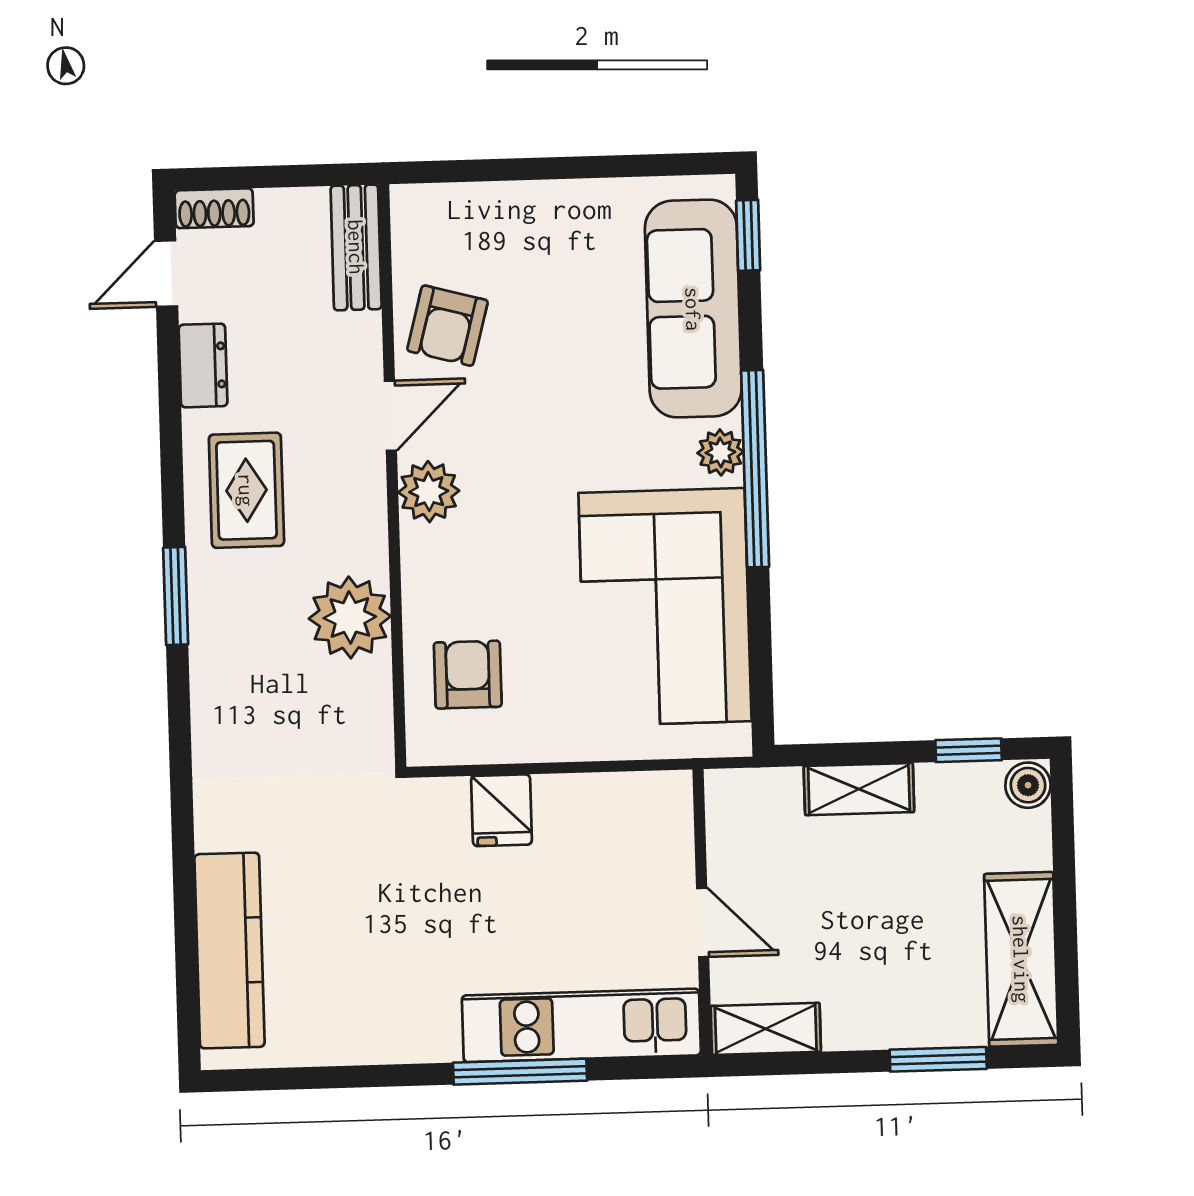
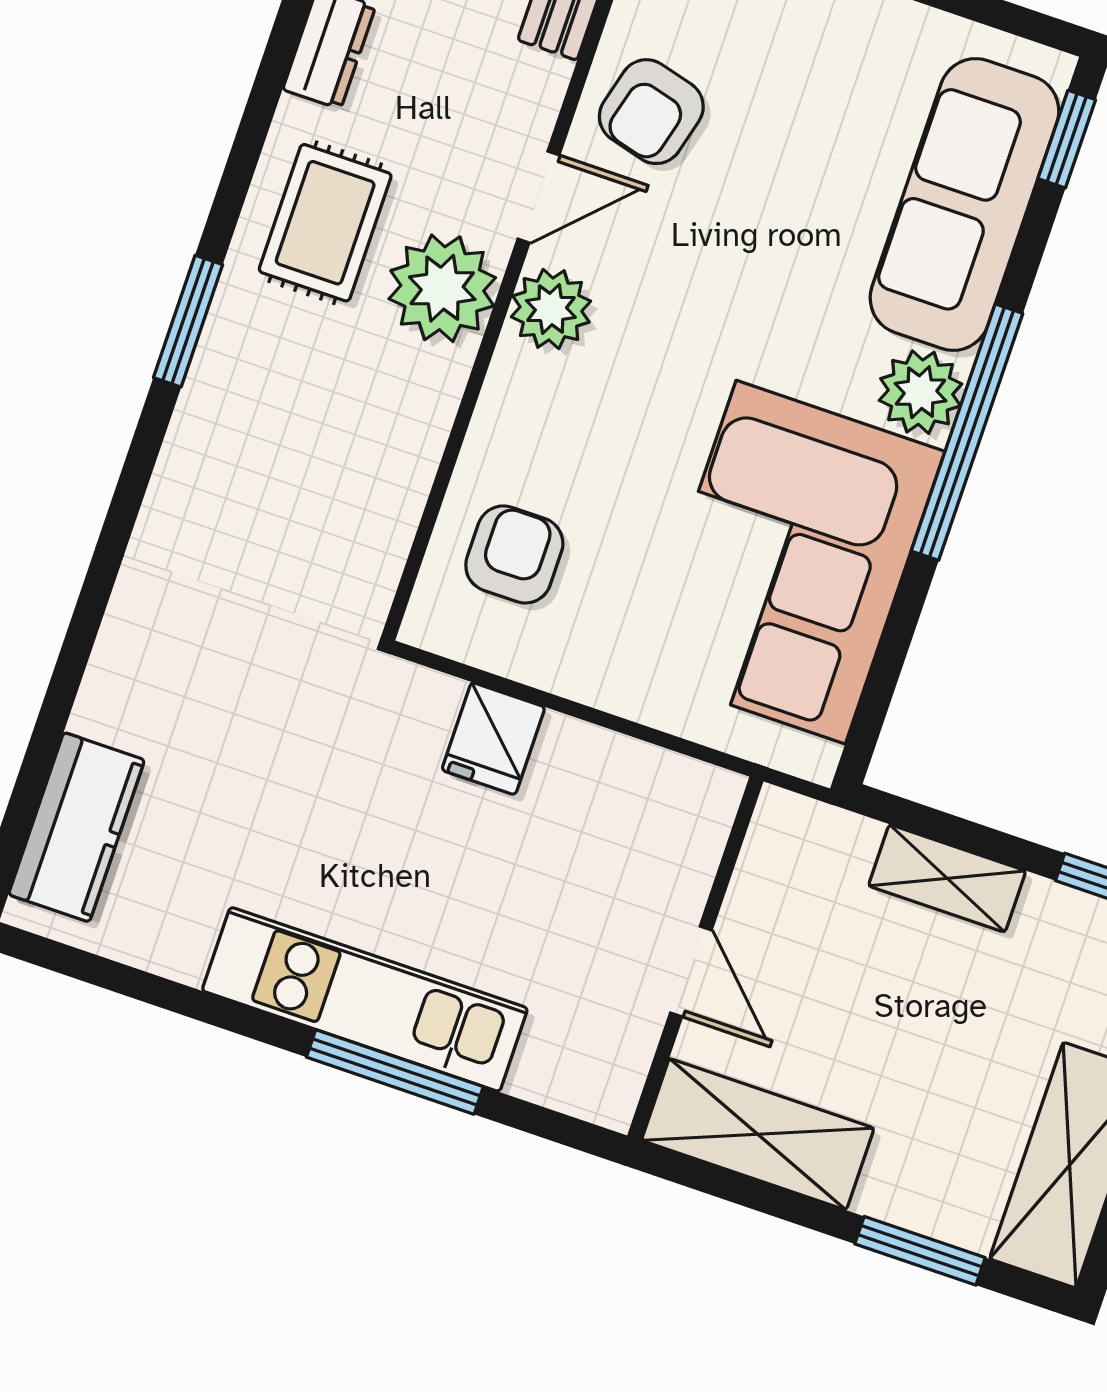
plant: (720, 452) -> (921, 392), width x1.38, depth x1.38
plant: (350, 617) -> (442, 288), moved
kitchen counter: (230, 951) -> (77, 827), width x0.67
kitchen unit: (581, 1025) -> (365, 999), moved
shelving: (766, 1029) -> (758, 1134), width x1.50, depth x1.33

